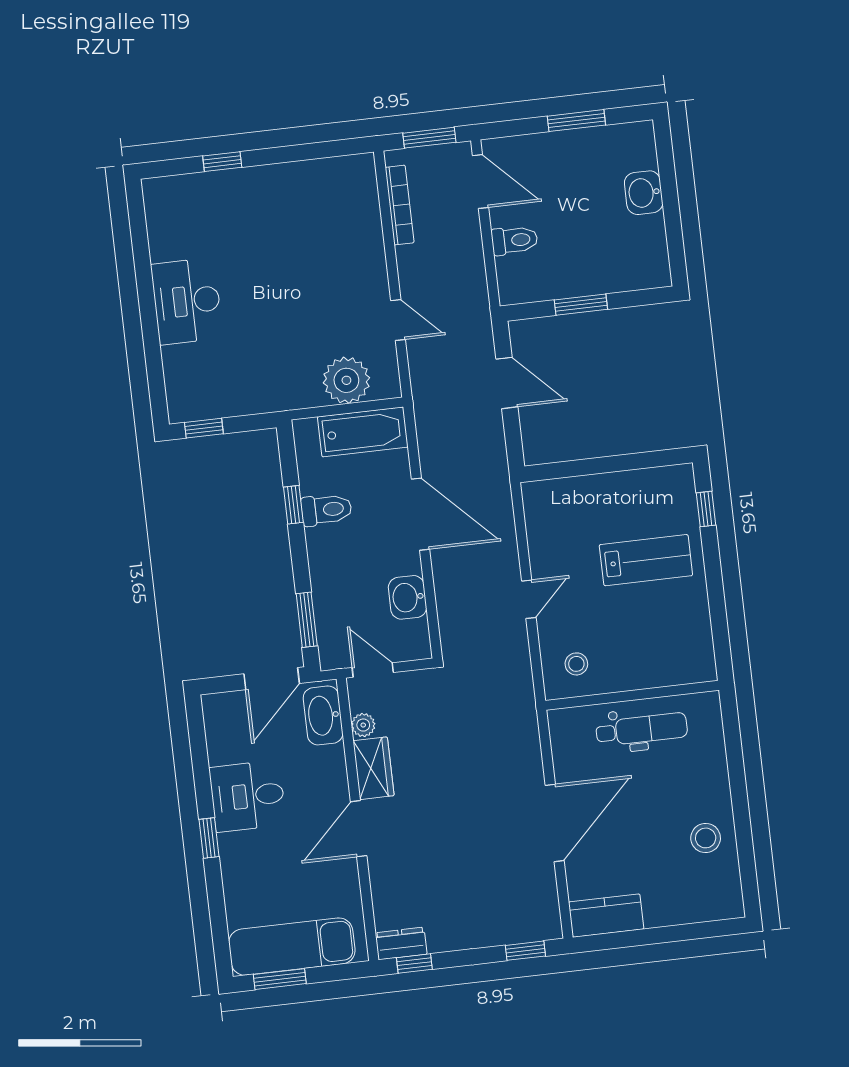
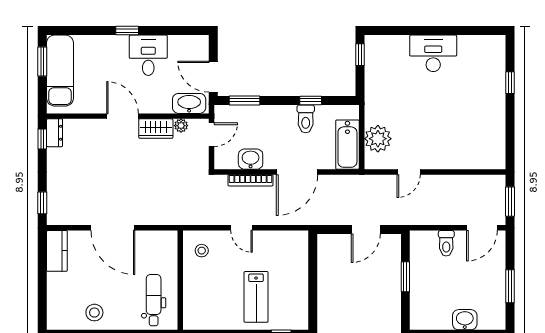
bookcase: (400, 205) -> (251, 180), moved
dental chair: (642, 729) -> (154, 300), moved, turned 180

